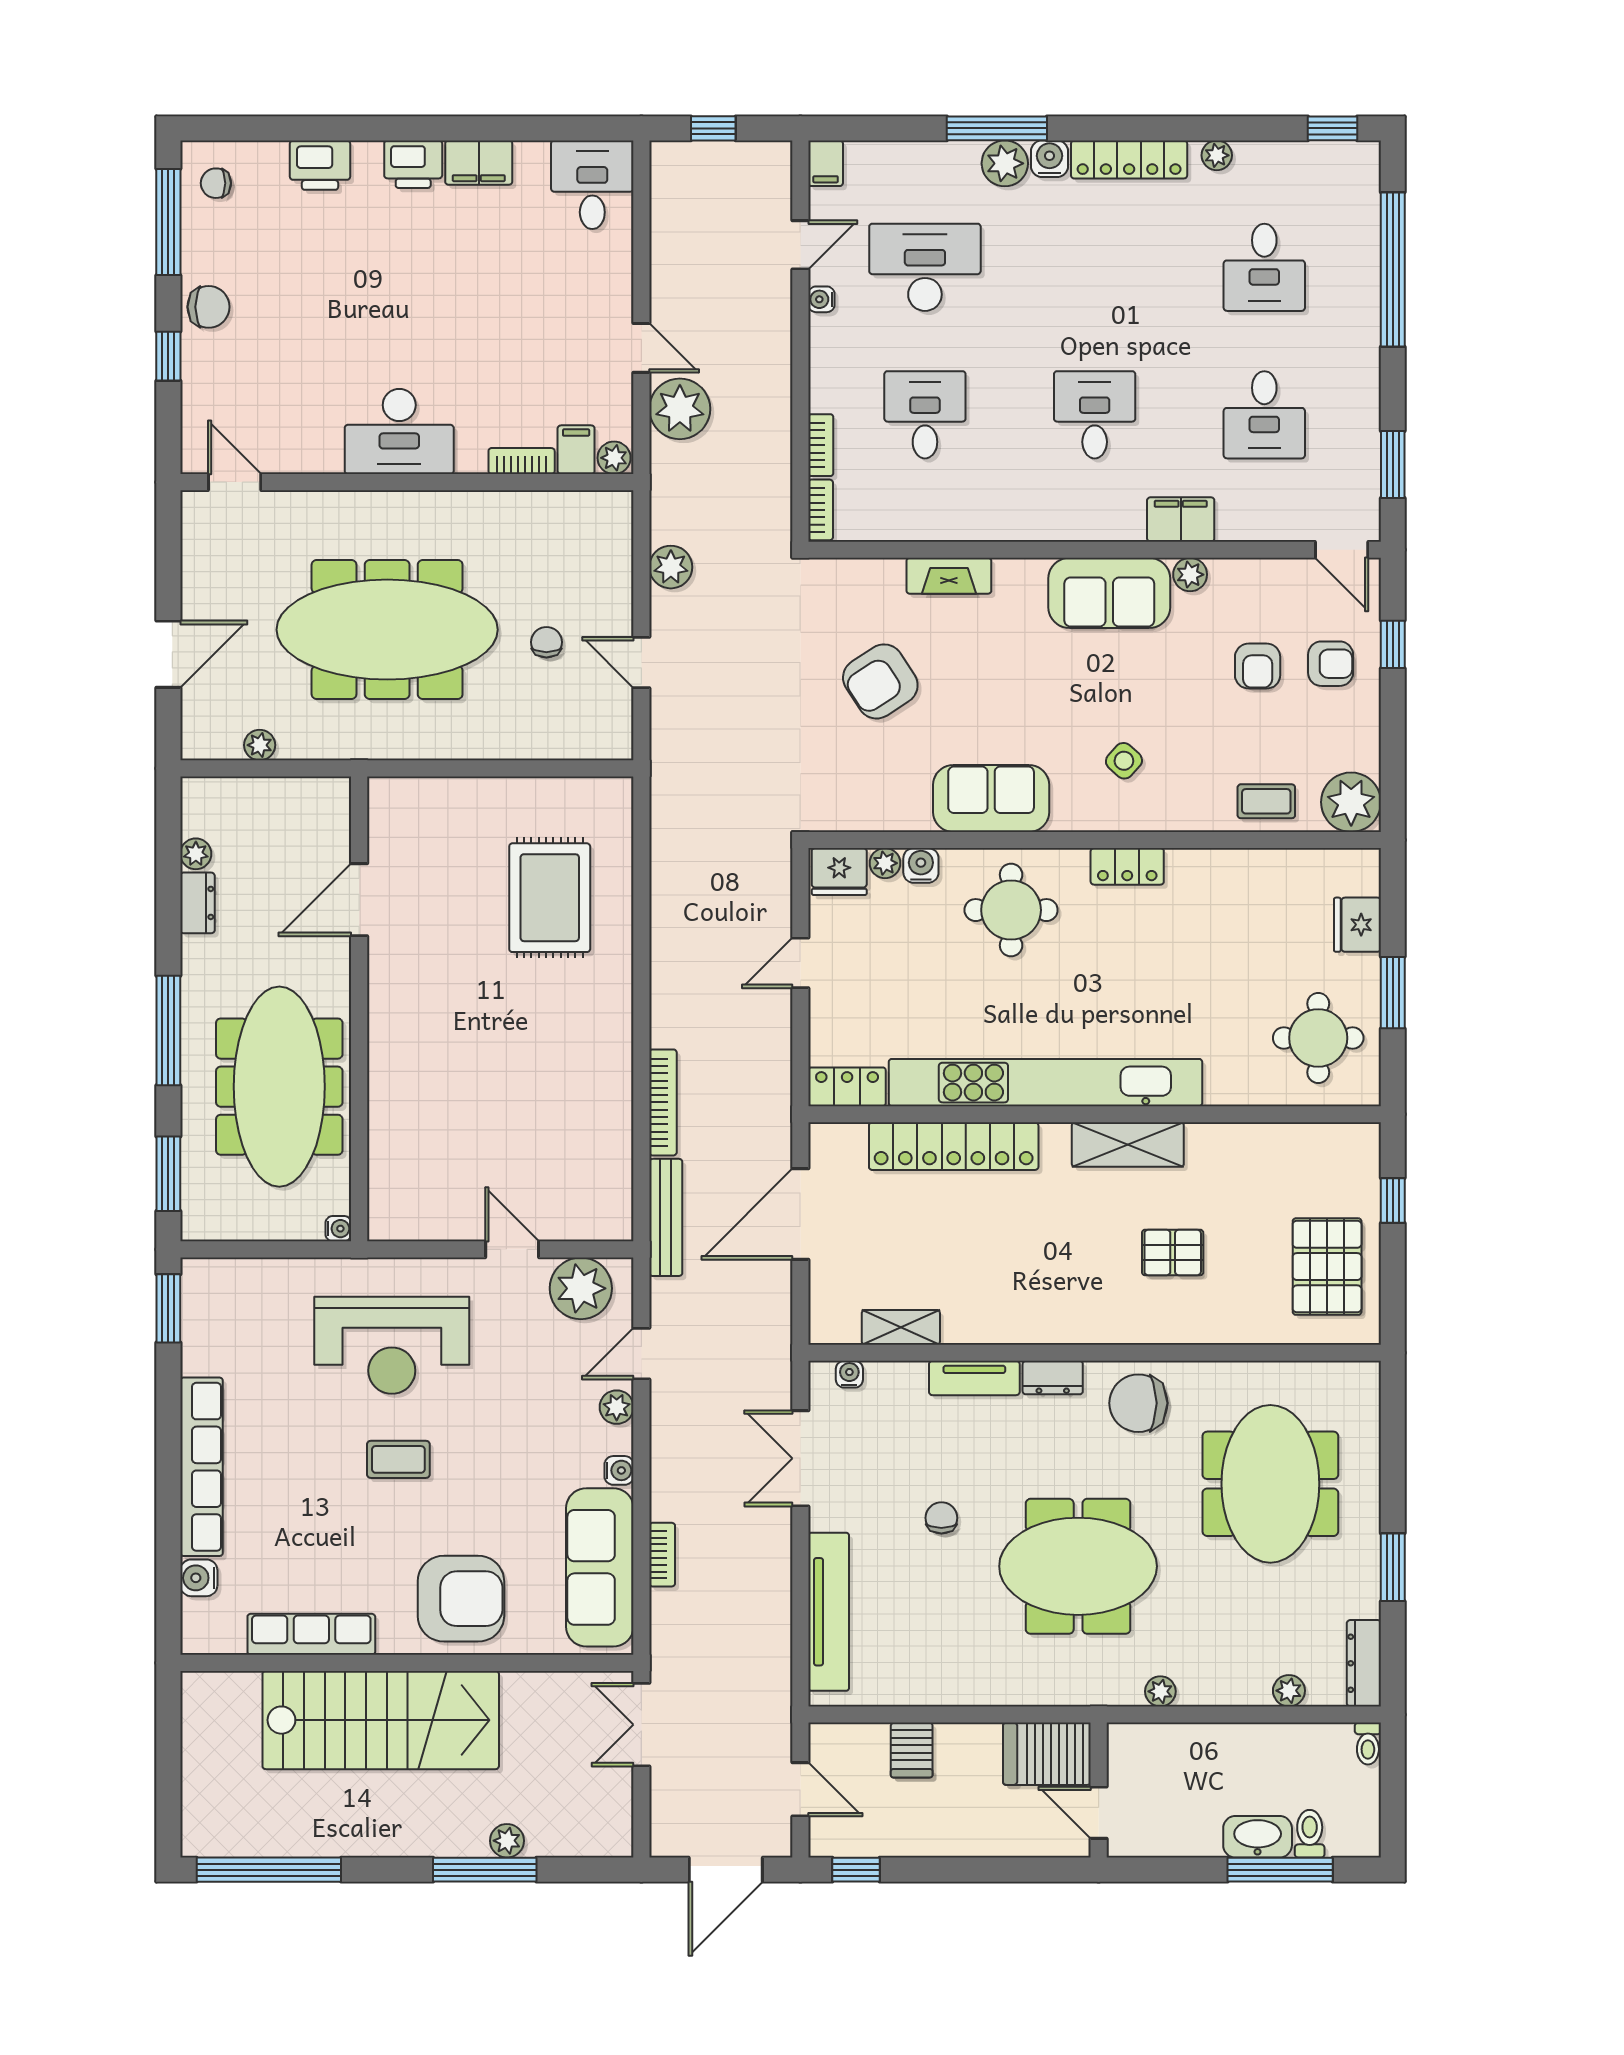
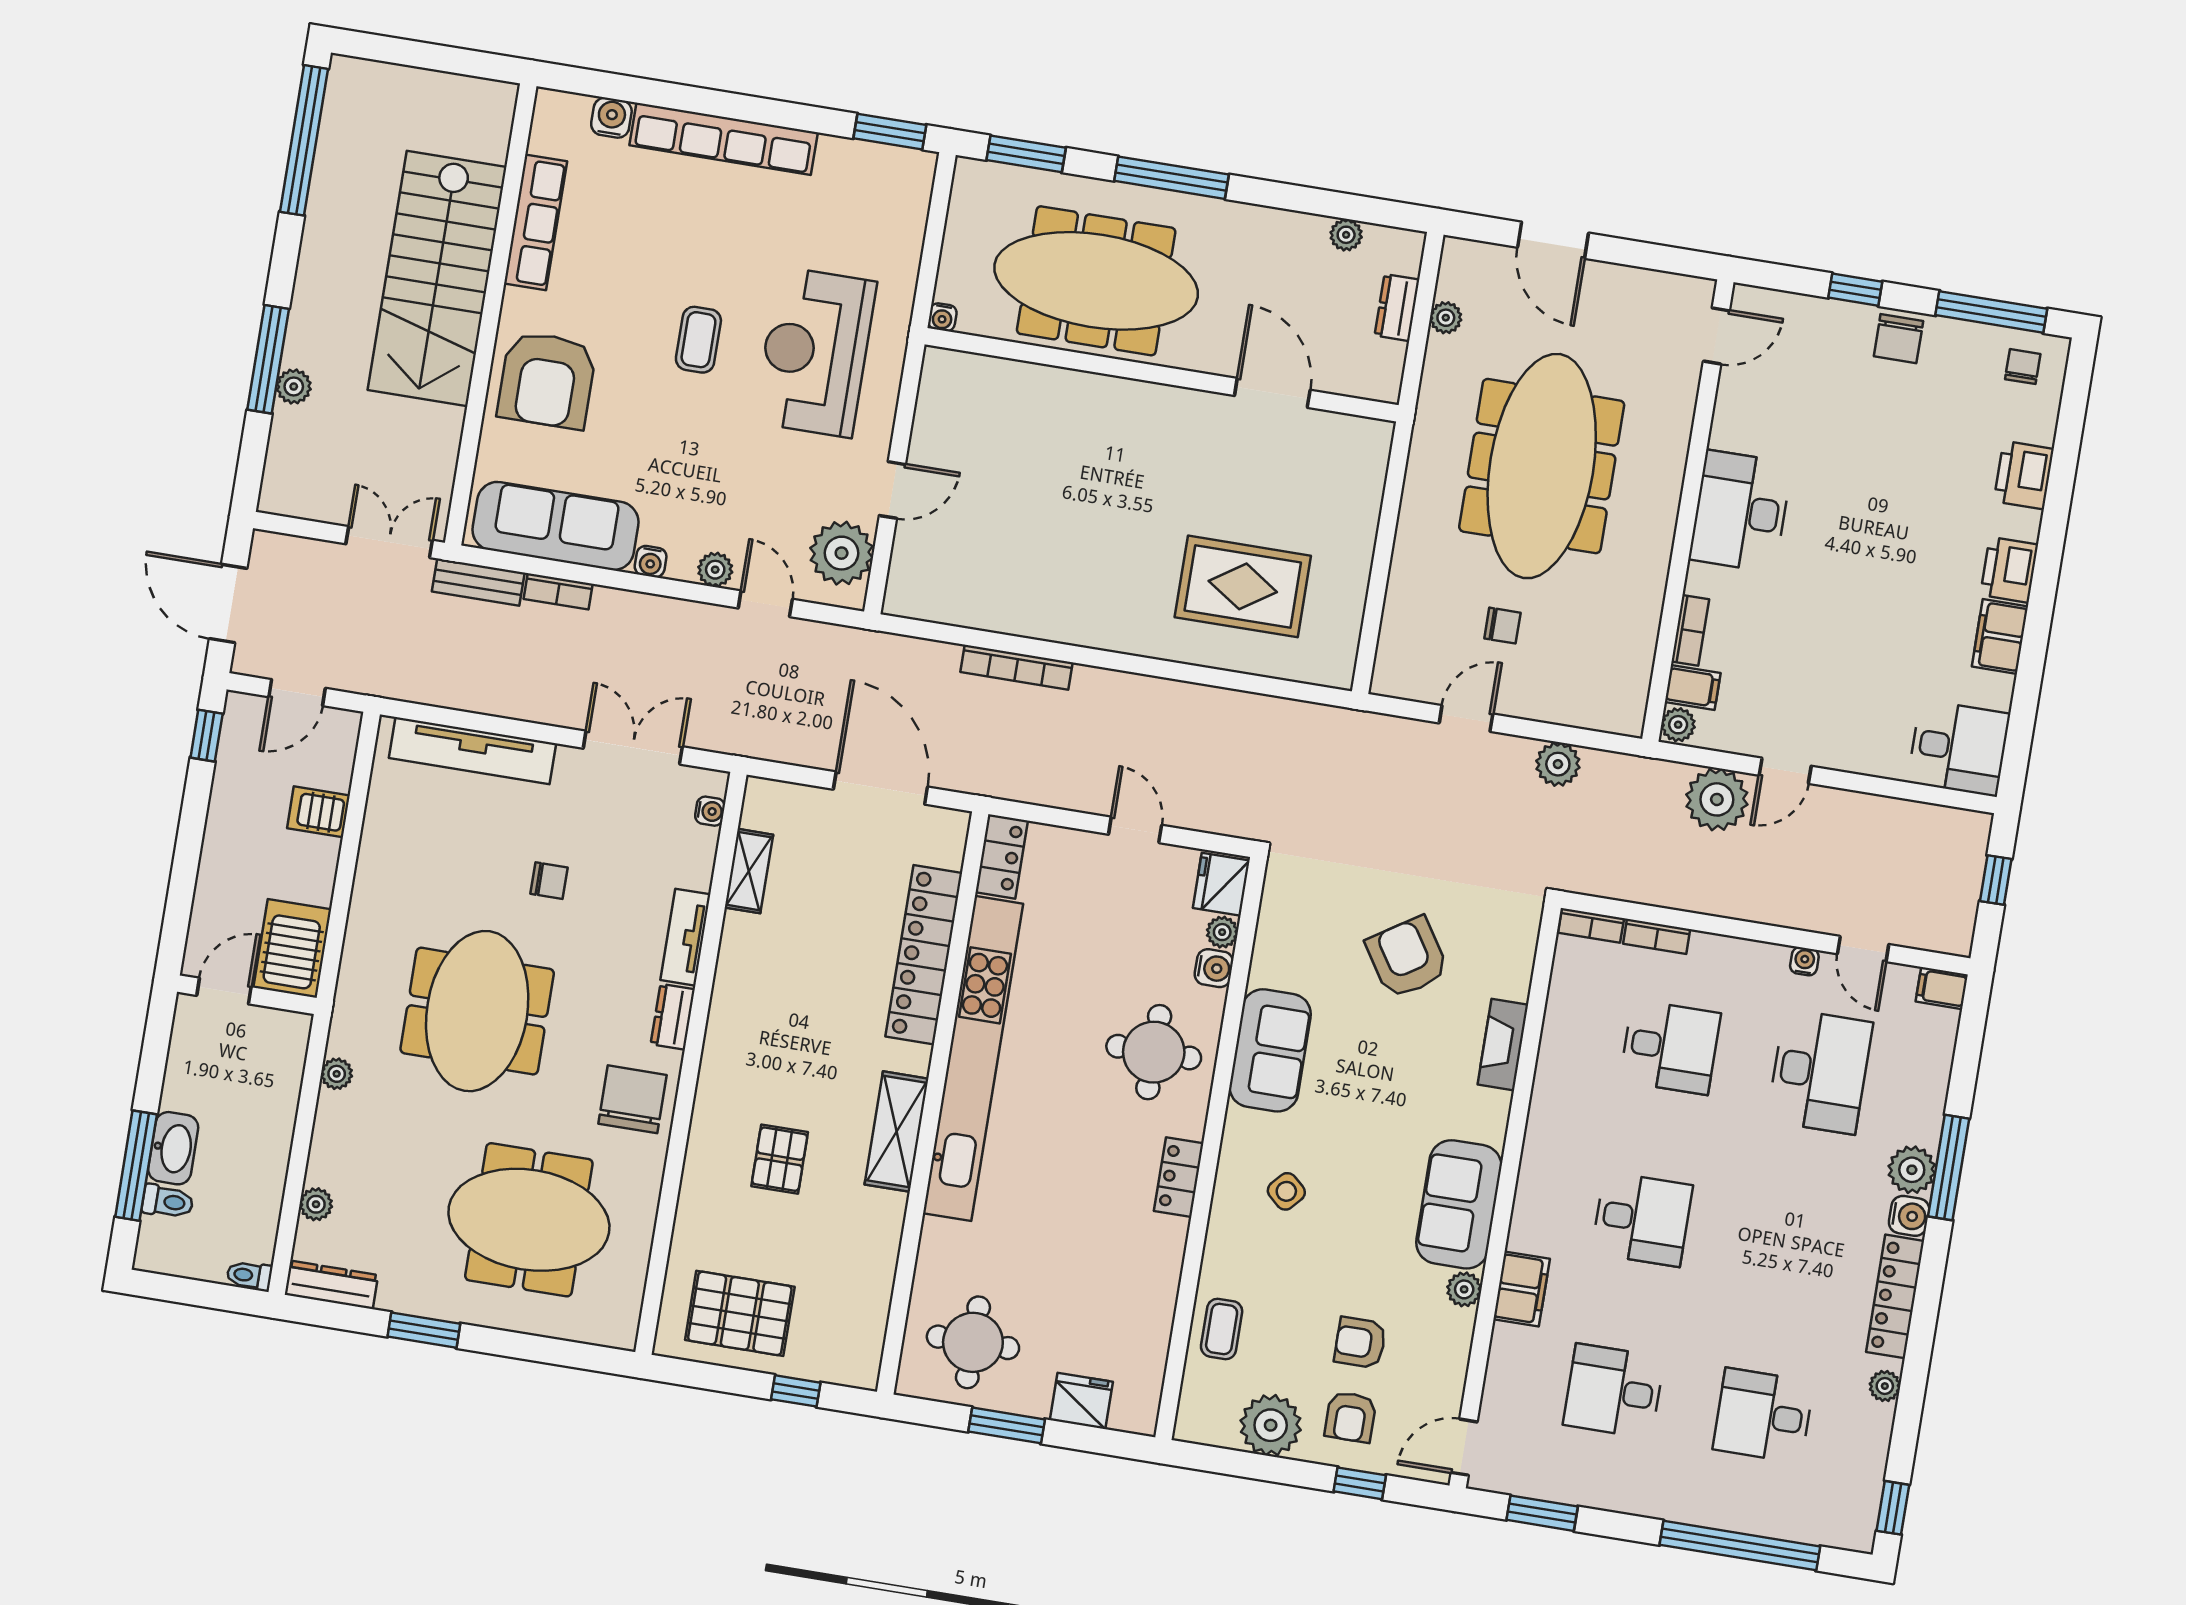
plant: (1351, 802) -> (1271, 1425), moved
dresser: (197, 903) -> (1397, 308), moved, turned 90
bench: (666, 1217) -> (478, 582), moved, width x0.73

